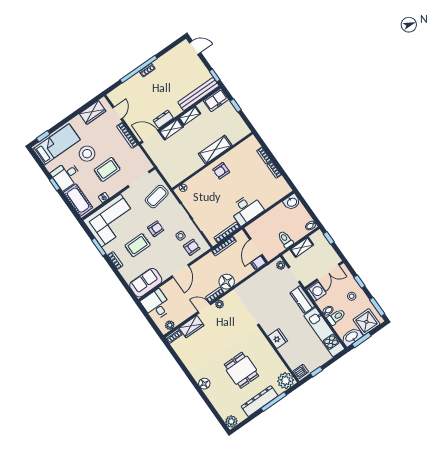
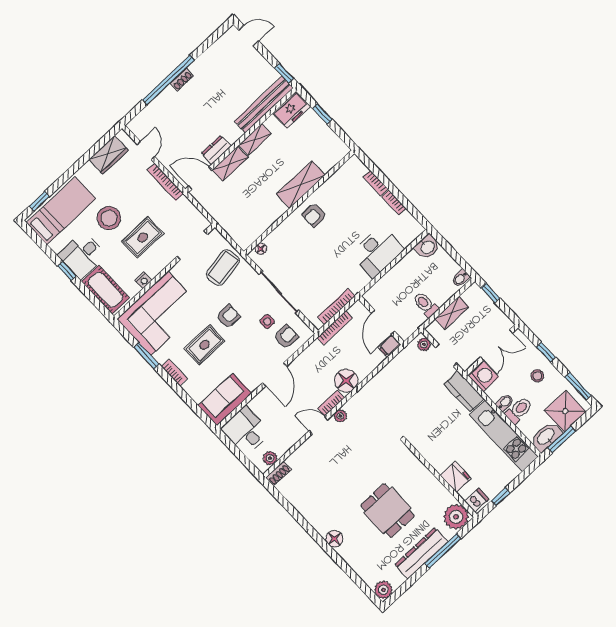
desk: (246, 209) -> (377, 252), moved
wardrobe: (191, 327) -> (303, 456), removed
fridge: (278, 339) -> (456, 477), moved

